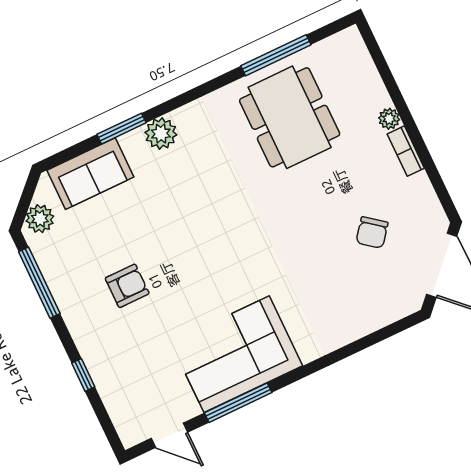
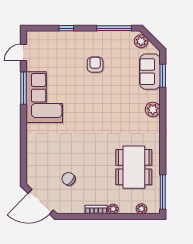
window: (276, 55) -> (163, 192), moved
plant: (363, 65) -> (141, 209), added
dining table: (290, 117) -> (134, 167), turned 90
window: (121, 129) -> (163, 76), moved
armchair: (127, 286) -> (95, 65), turned 180

